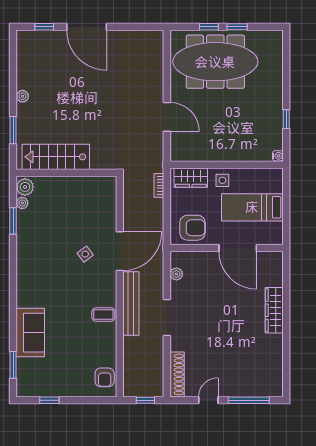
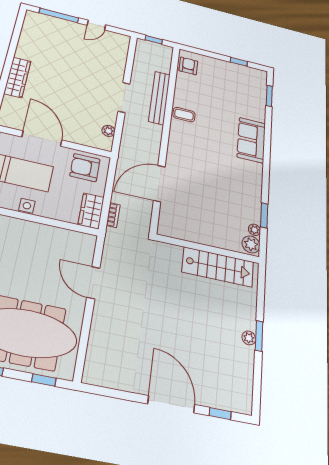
window: (209, 27) -> (44, 380), moved
window: (13, 130) -> (259, 336), moved
wardrobe: (191, 178) -> (91, 211), moved, turned -90
side table: (222, 180) -> (27, 206), moved
door: (120, 251) -> (159, 184), moved
side table: (85, 254) -> (196, 169), removed
bench: (131, 304) -> (159, 98), moved
sofa: (30, 333) -> (251, 140), moved
shoe rack: (177, 374) -> (122, 51), removed

